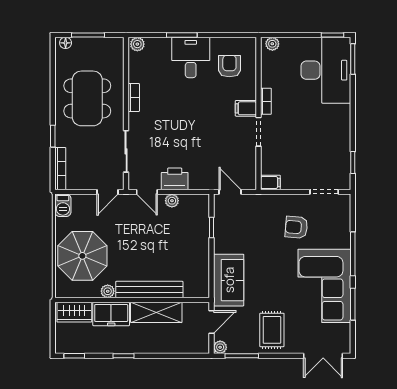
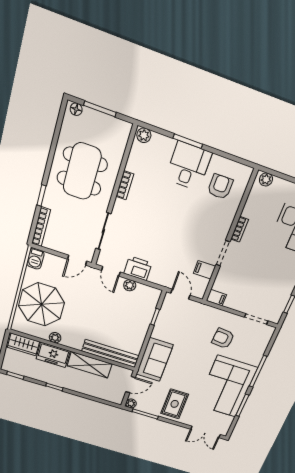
filing cabinet: (246, 108) -> (204, 270), moved
bench: (149, 290) -> (110, 353), moved

